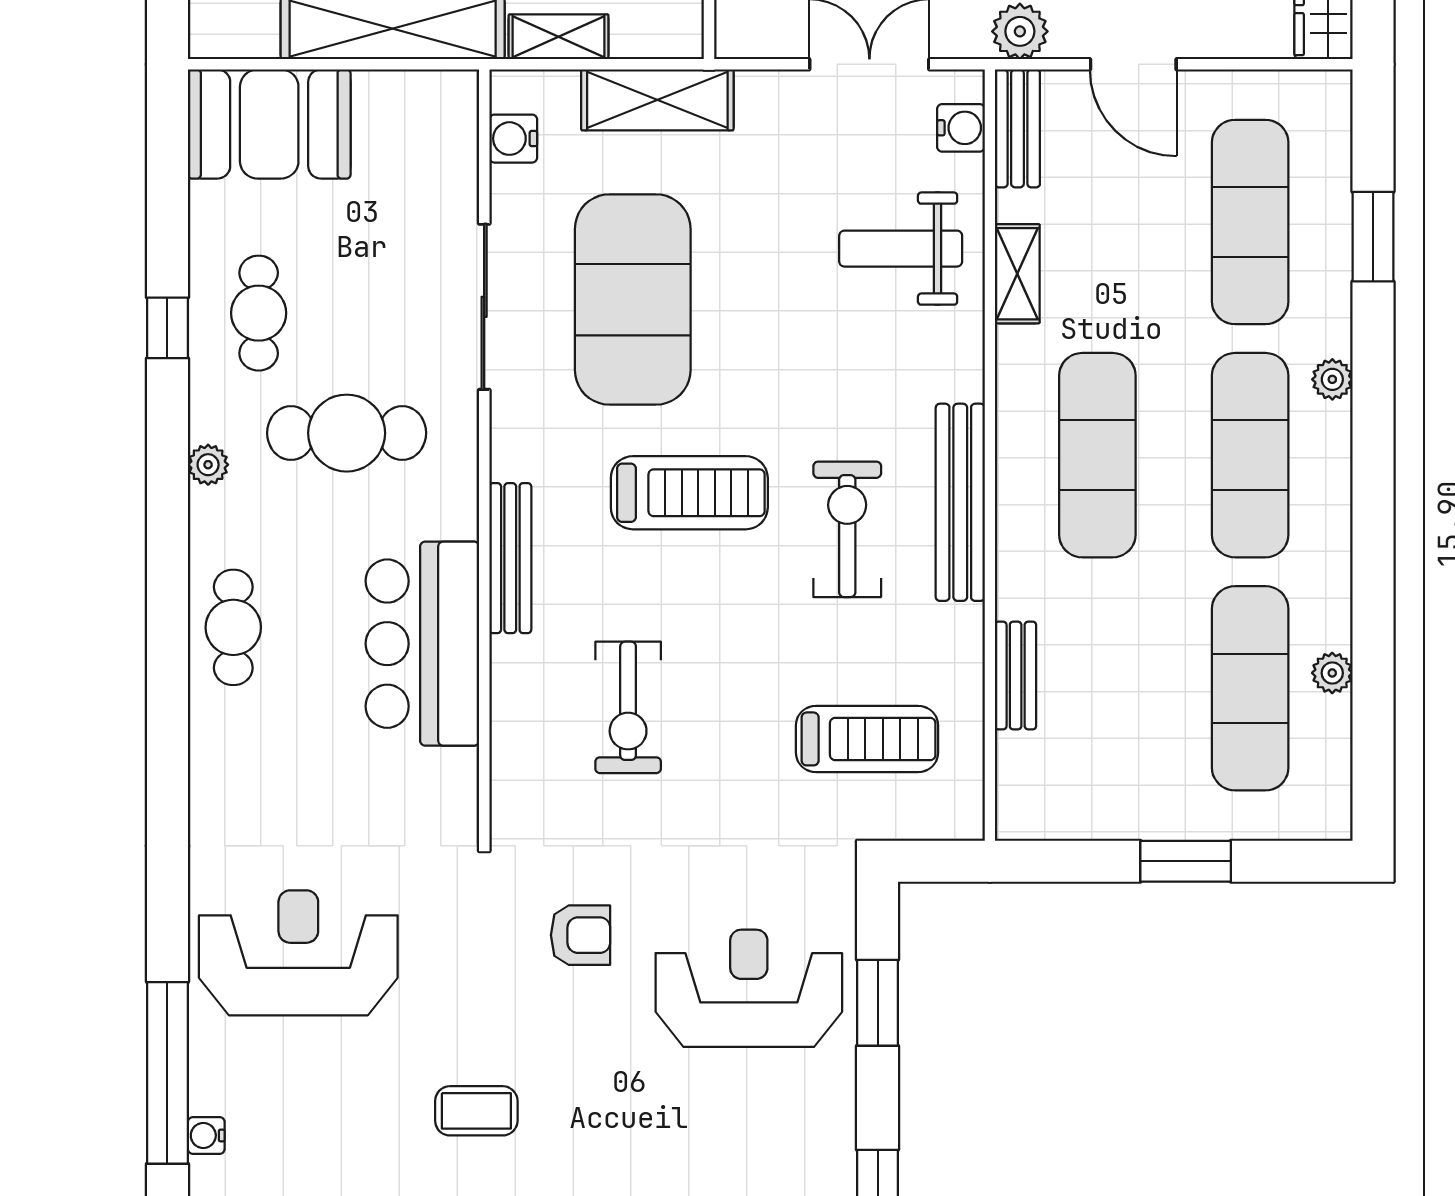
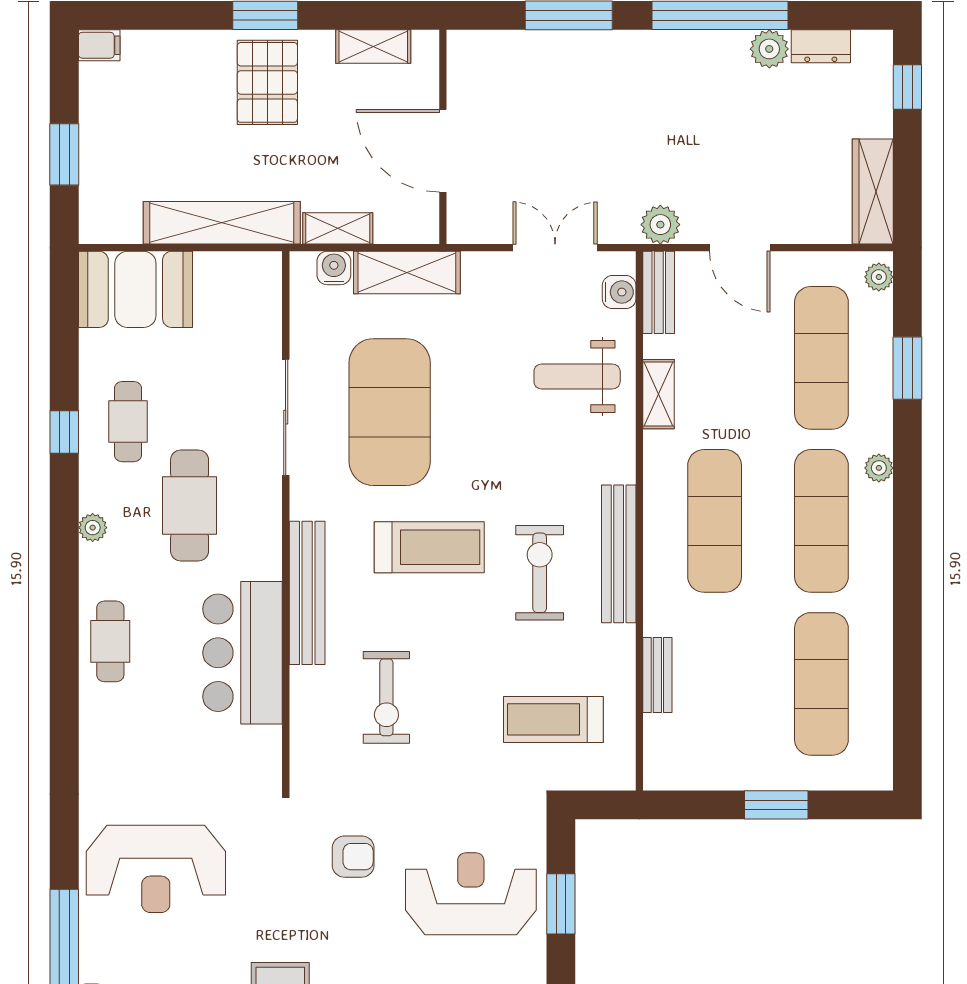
water cooler: (513, 139) -> (334, 268), moved, turned 90
cafe table: (347, 433) -> (190, 505), turned 90
bench: (510, 558) -> (307, 593), width x1.37, depth x1.21
plant: (1332, 673) -> (879, 277), moved
treadmill: (867, 739) -> (553, 719), turned 180
reception desk: (298, 953) -> (156, 869), turned 180

